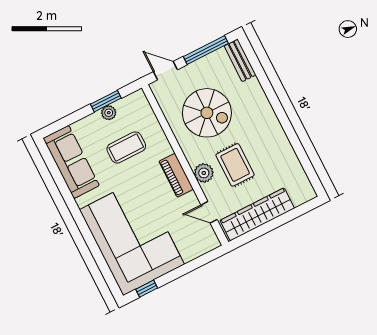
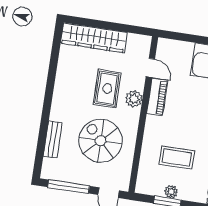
bench: (240, 60) -> (53, 139), moved
piano: (176, 175) -> (157, 97), moved
wardrobe: (257, 214) -> (94, 38), moved

